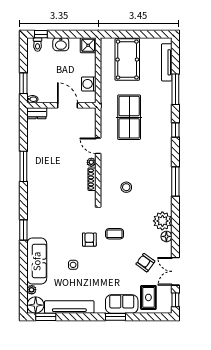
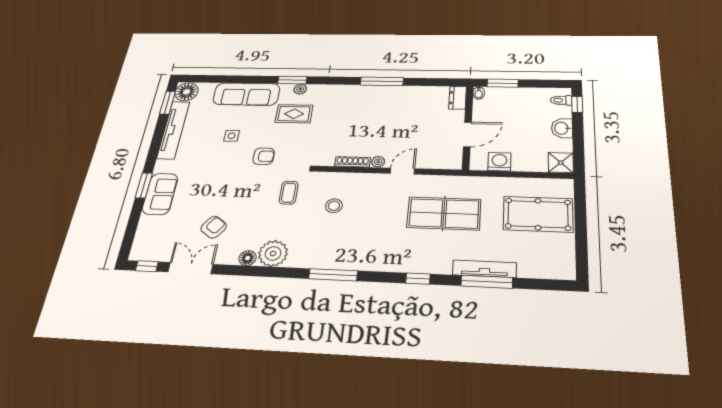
tv unit: (167, 62) -> (484, 269), moved
coffee table: (115, 234) -> (289, 193), moved
plant: (32, 290) -> (300, 89), moved
rug: (148, 297) -> (294, 114), moved

